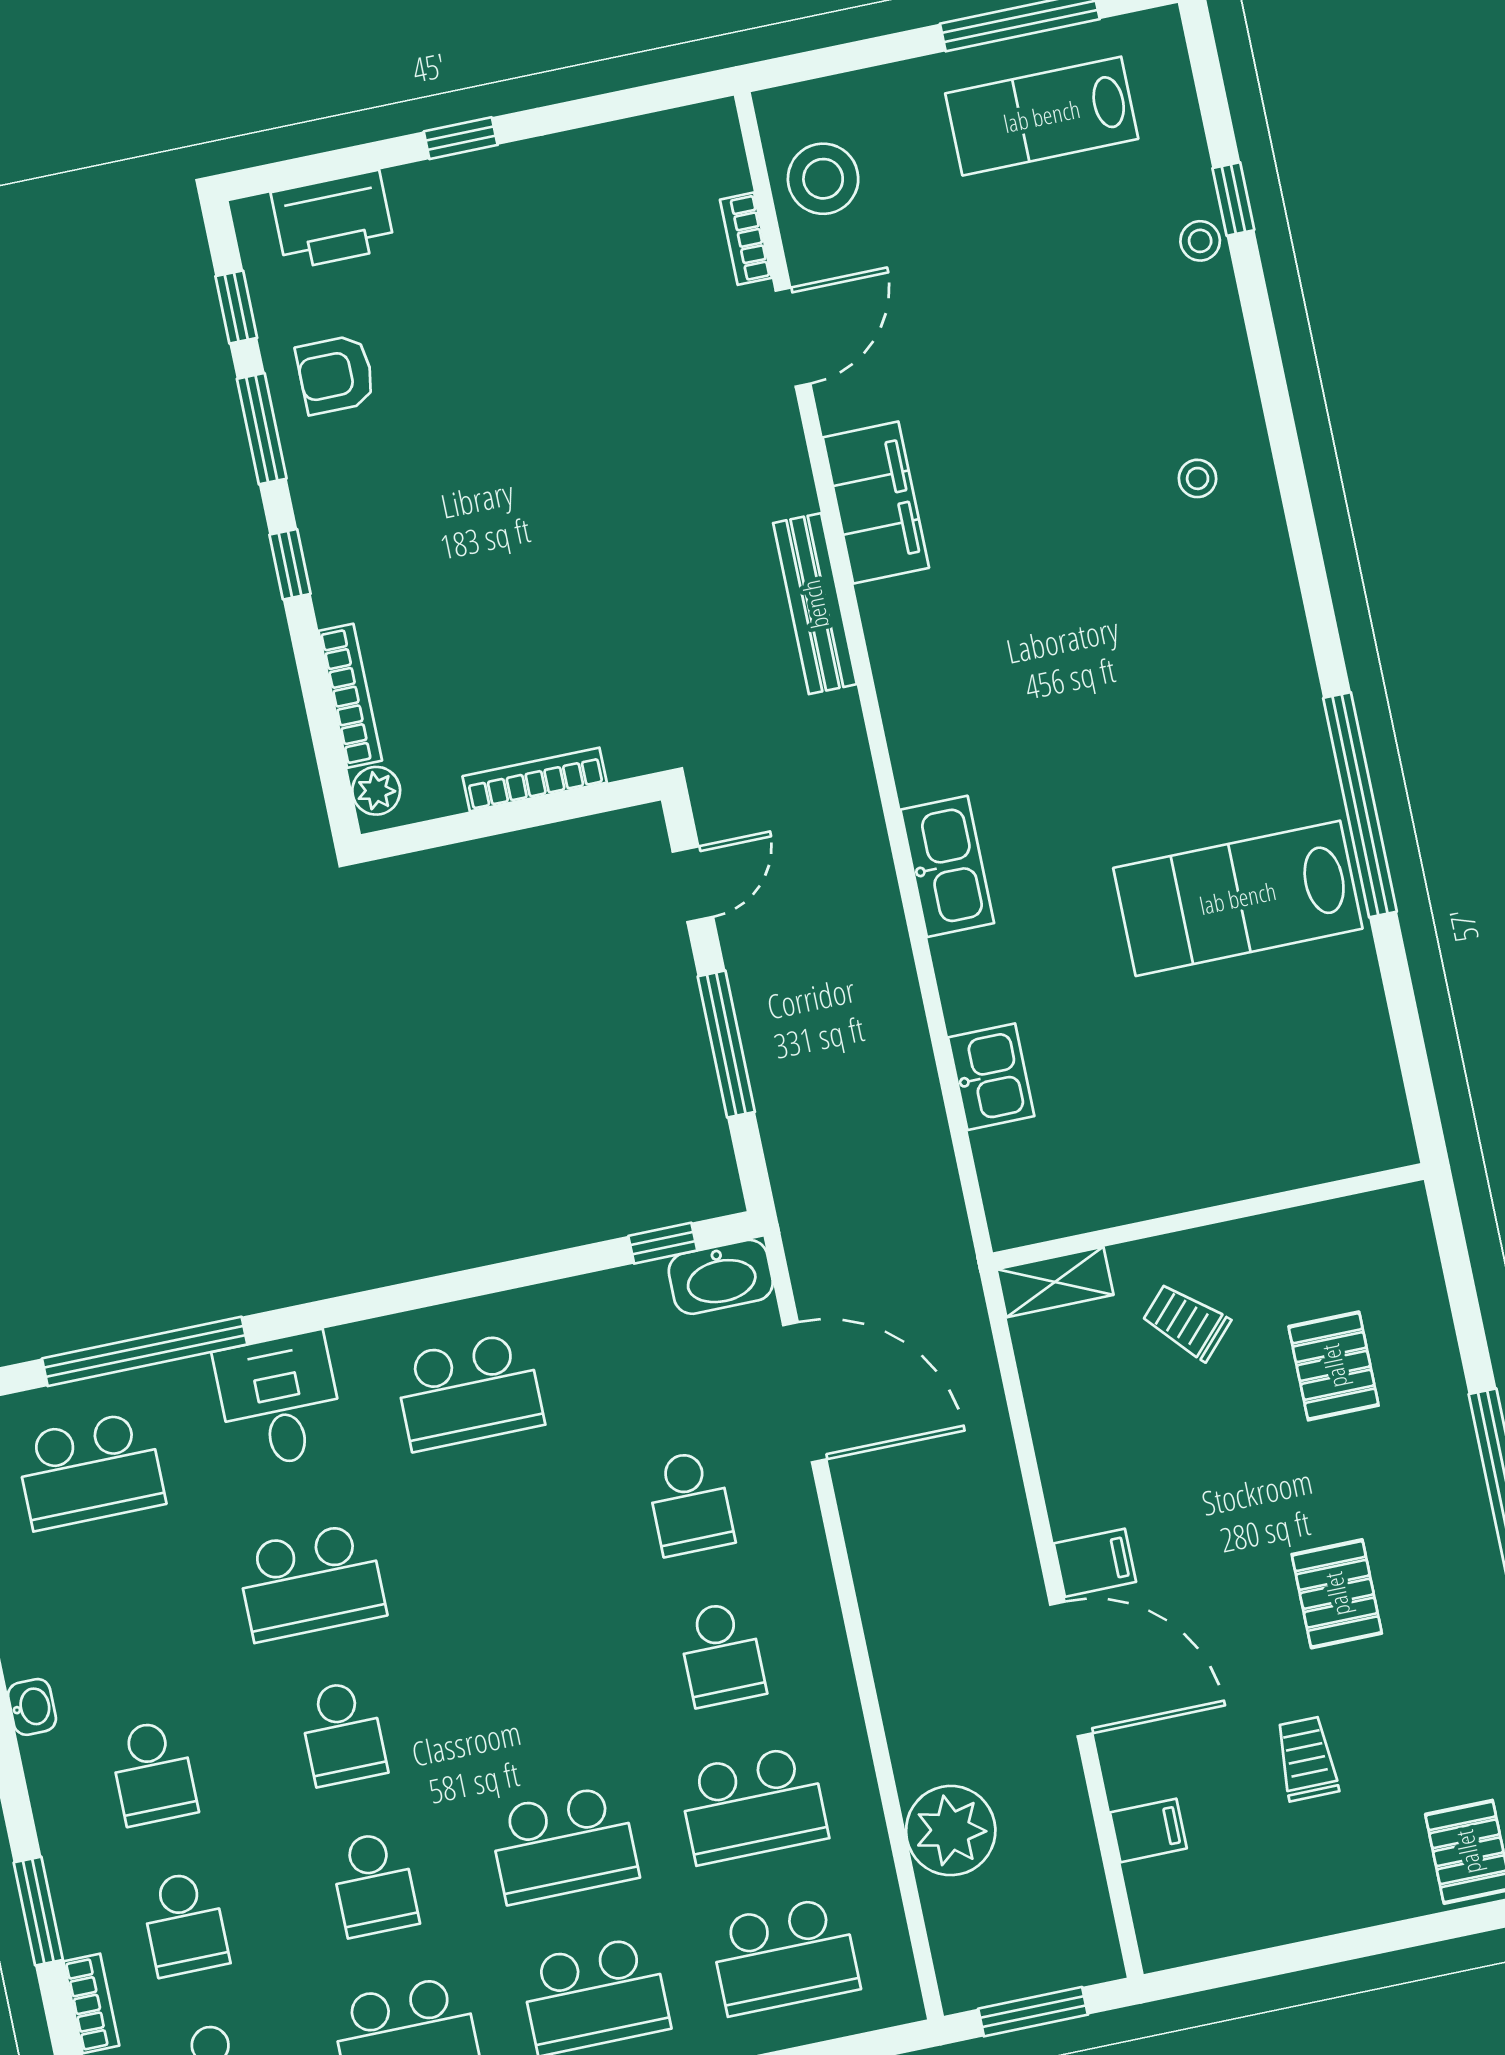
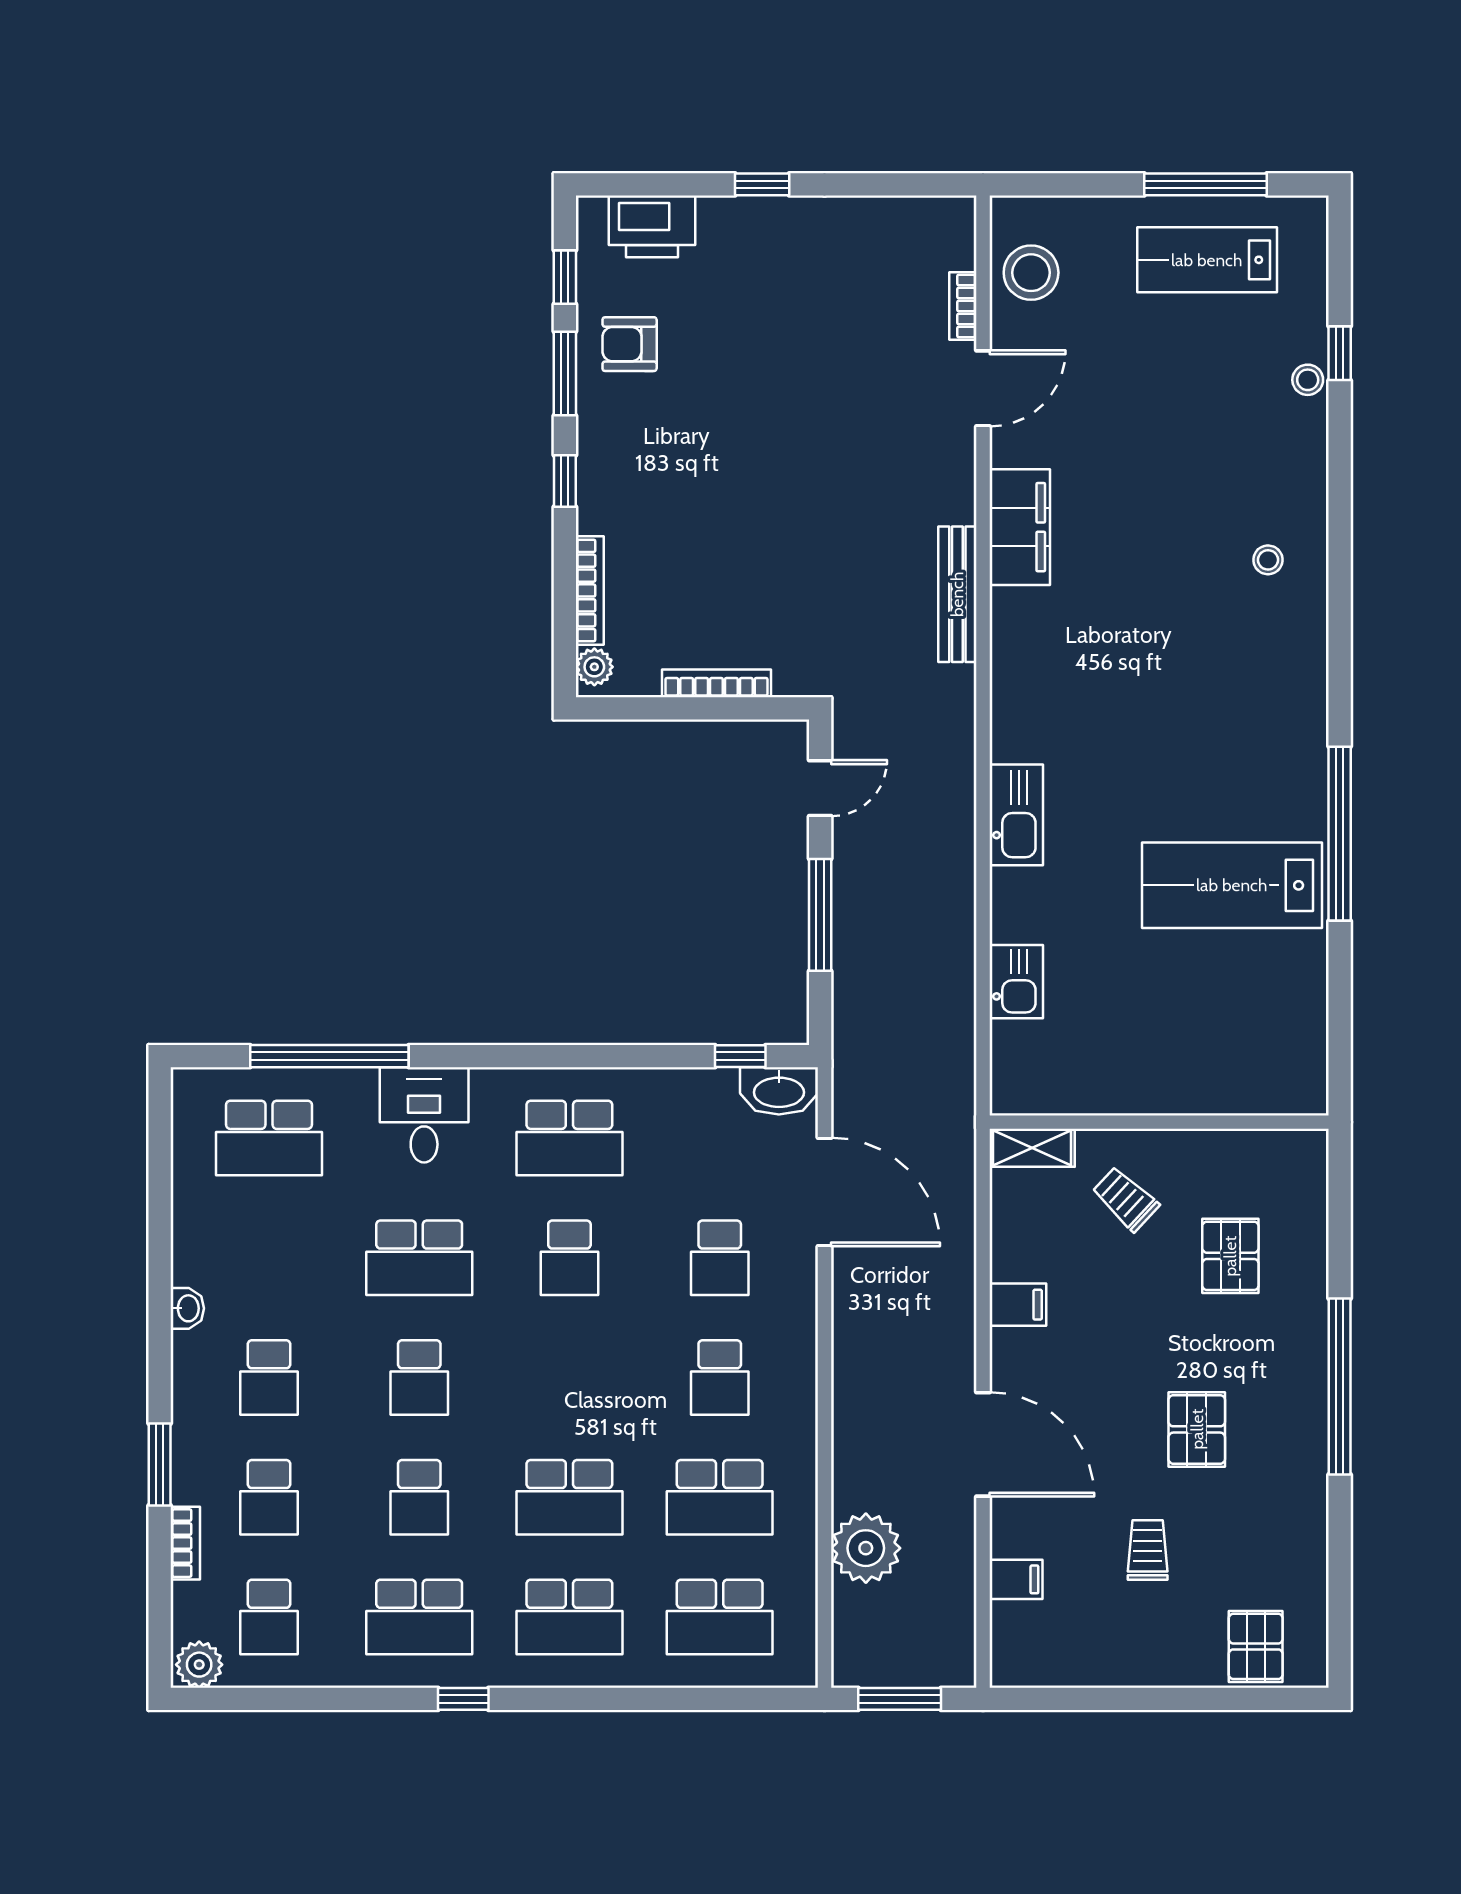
school desk: (500, 1542) -> (569, 1258), added
filing cabinet: (1095, 1563) -> (1018, 1305), moved

